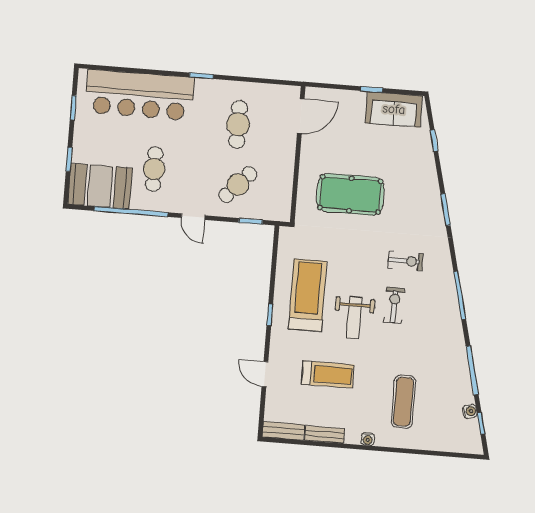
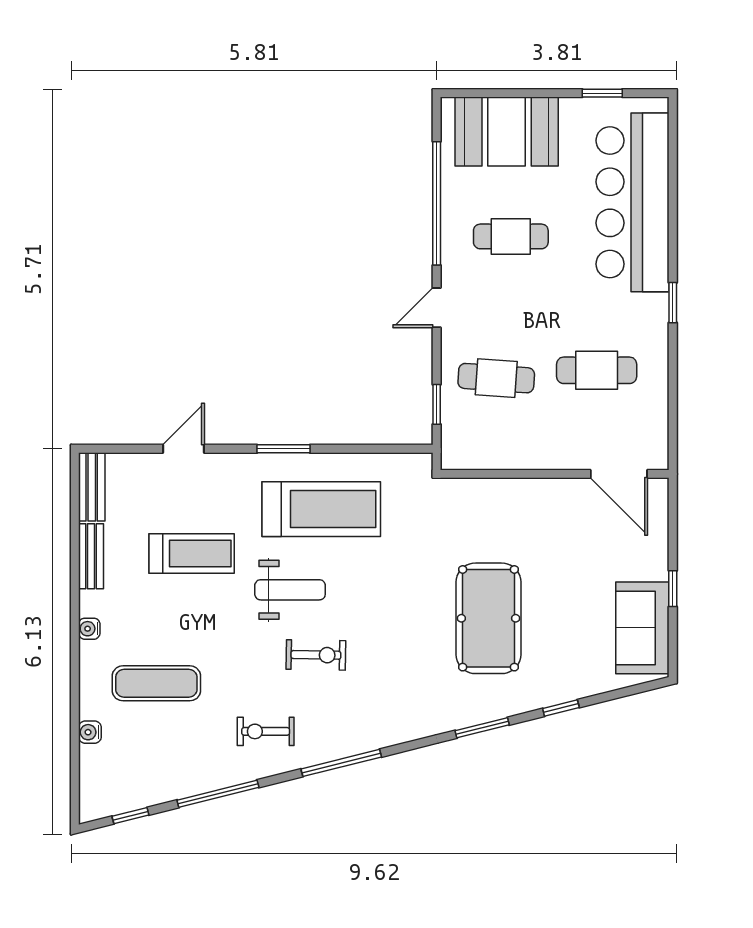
window: (434, 141) -> (561, 708), moved
window: (69, 159) -> (516, 93), removed
cafe table: (238, 185) -> (496, 378), turned -39
booth: (100, 186) -> (507, 131), moved, turned 90
pool table: (350, 194) -> (488, 618), moved
exercise bike: (405, 261) -> (266, 731), moved, turned 90
window: (270, 315) -> (283, 449), width x1.50
weight bench: (354, 318) -> (290, 590), turned 180
treadmill: (328, 374) -> (192, 553), turned -90
water cooler: (470, 411) -> (90, 732), moved, turned 104

